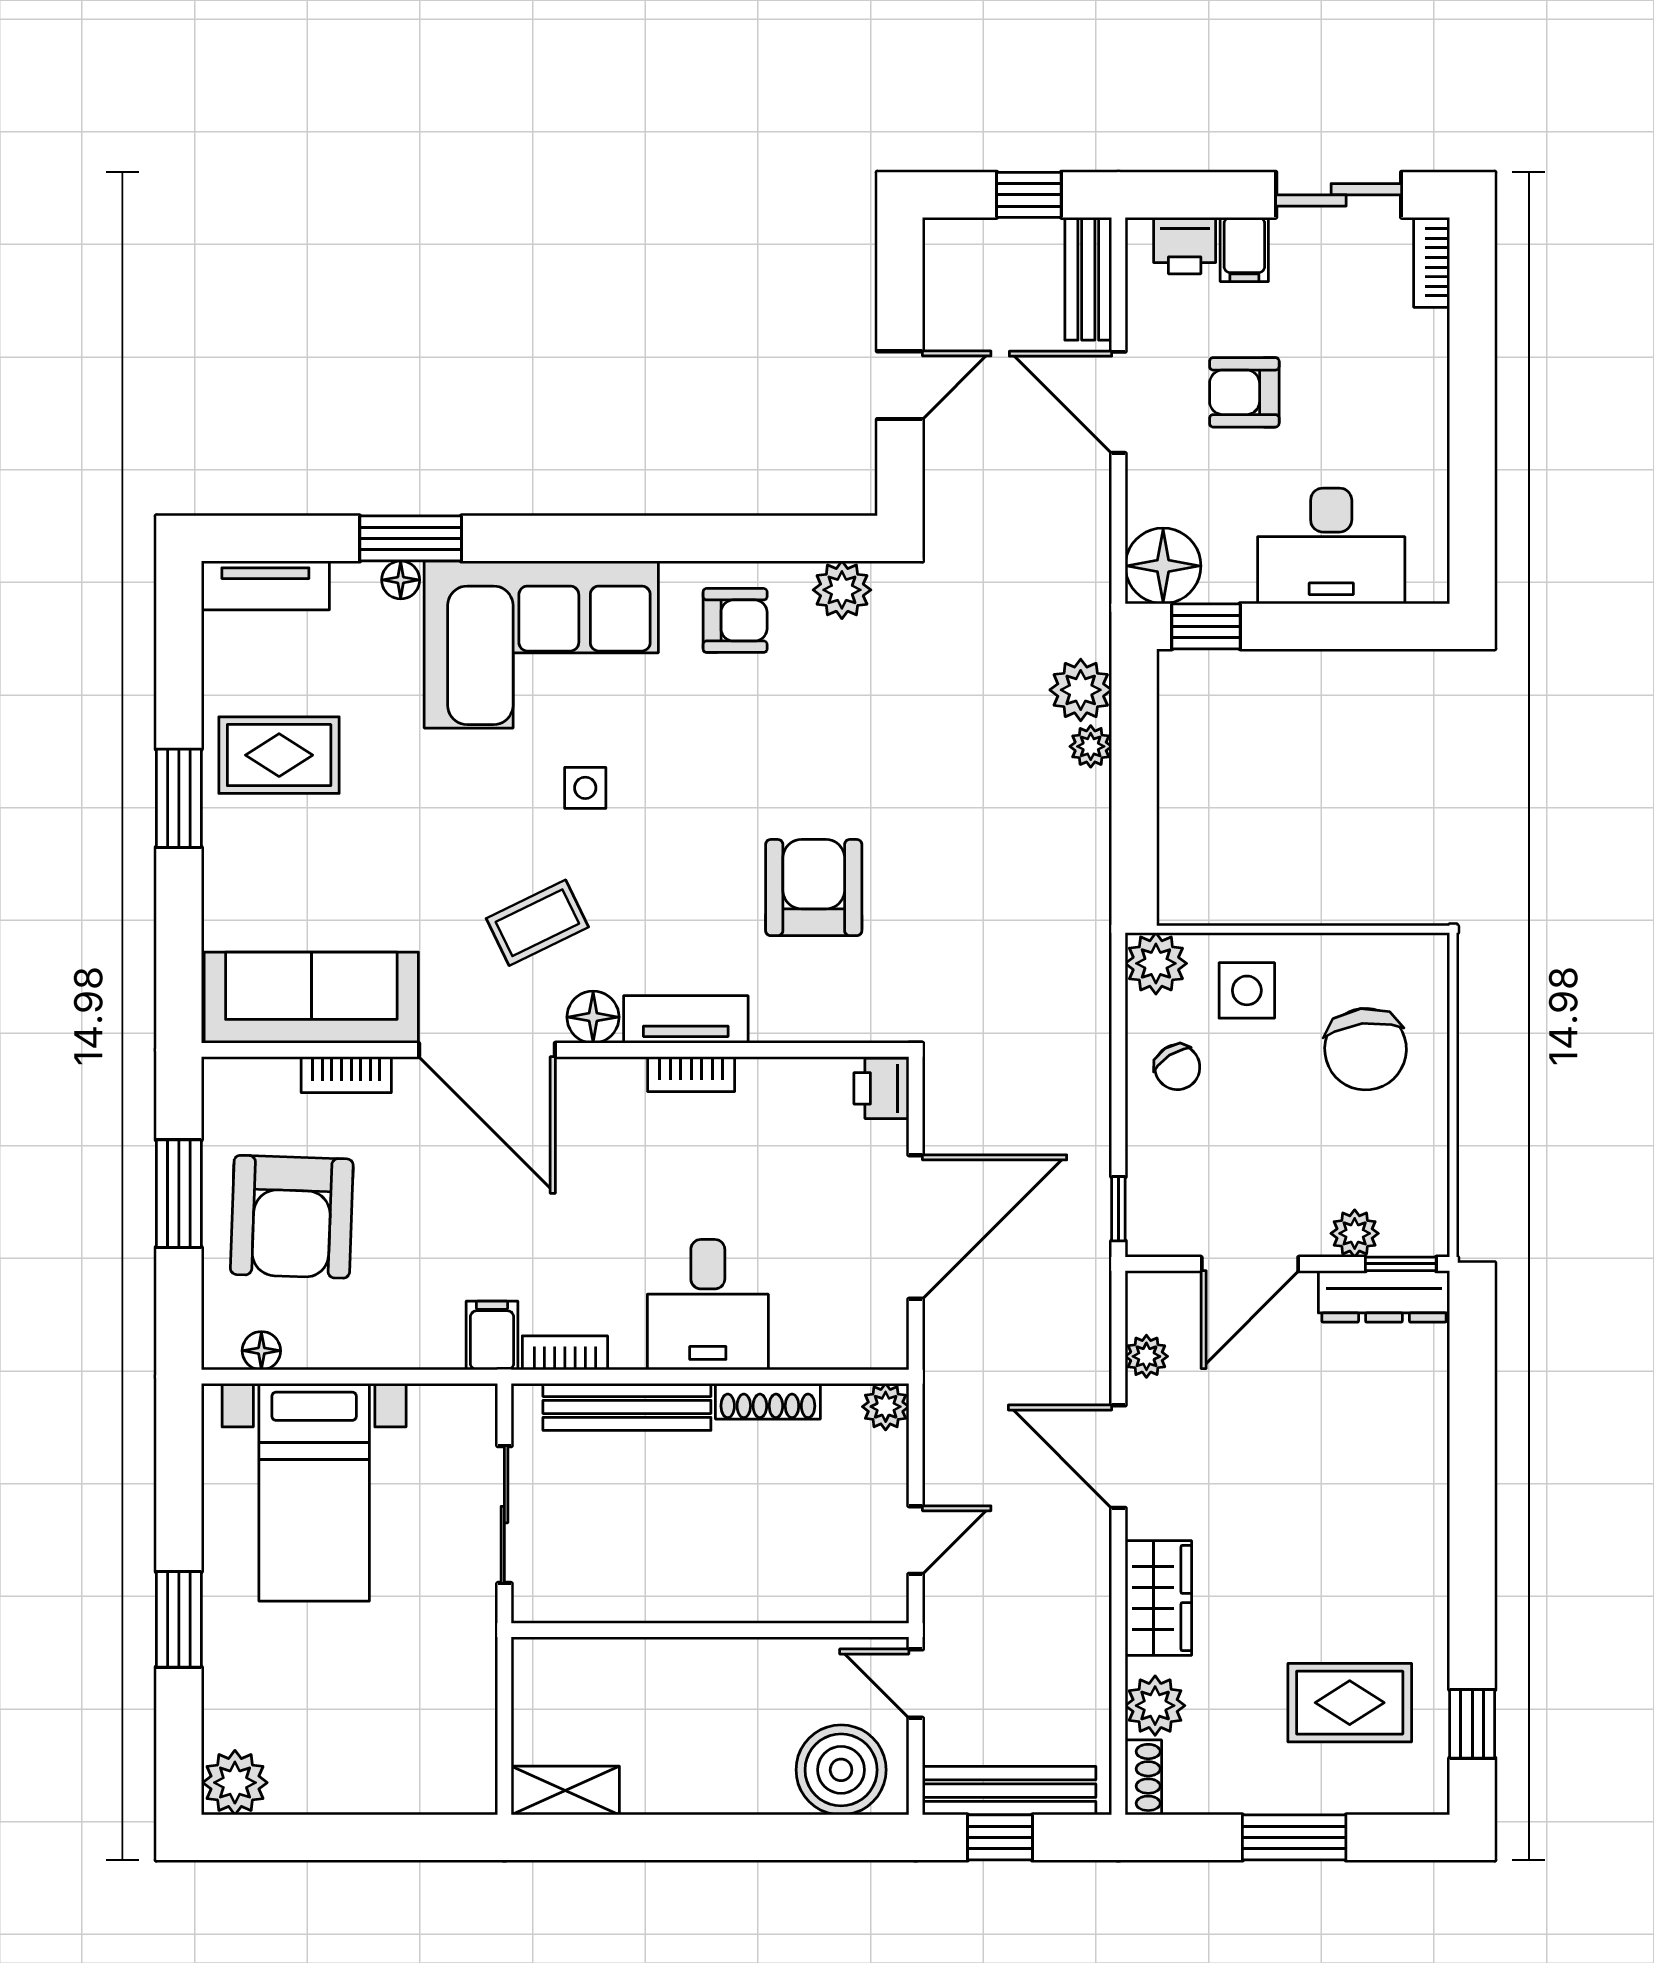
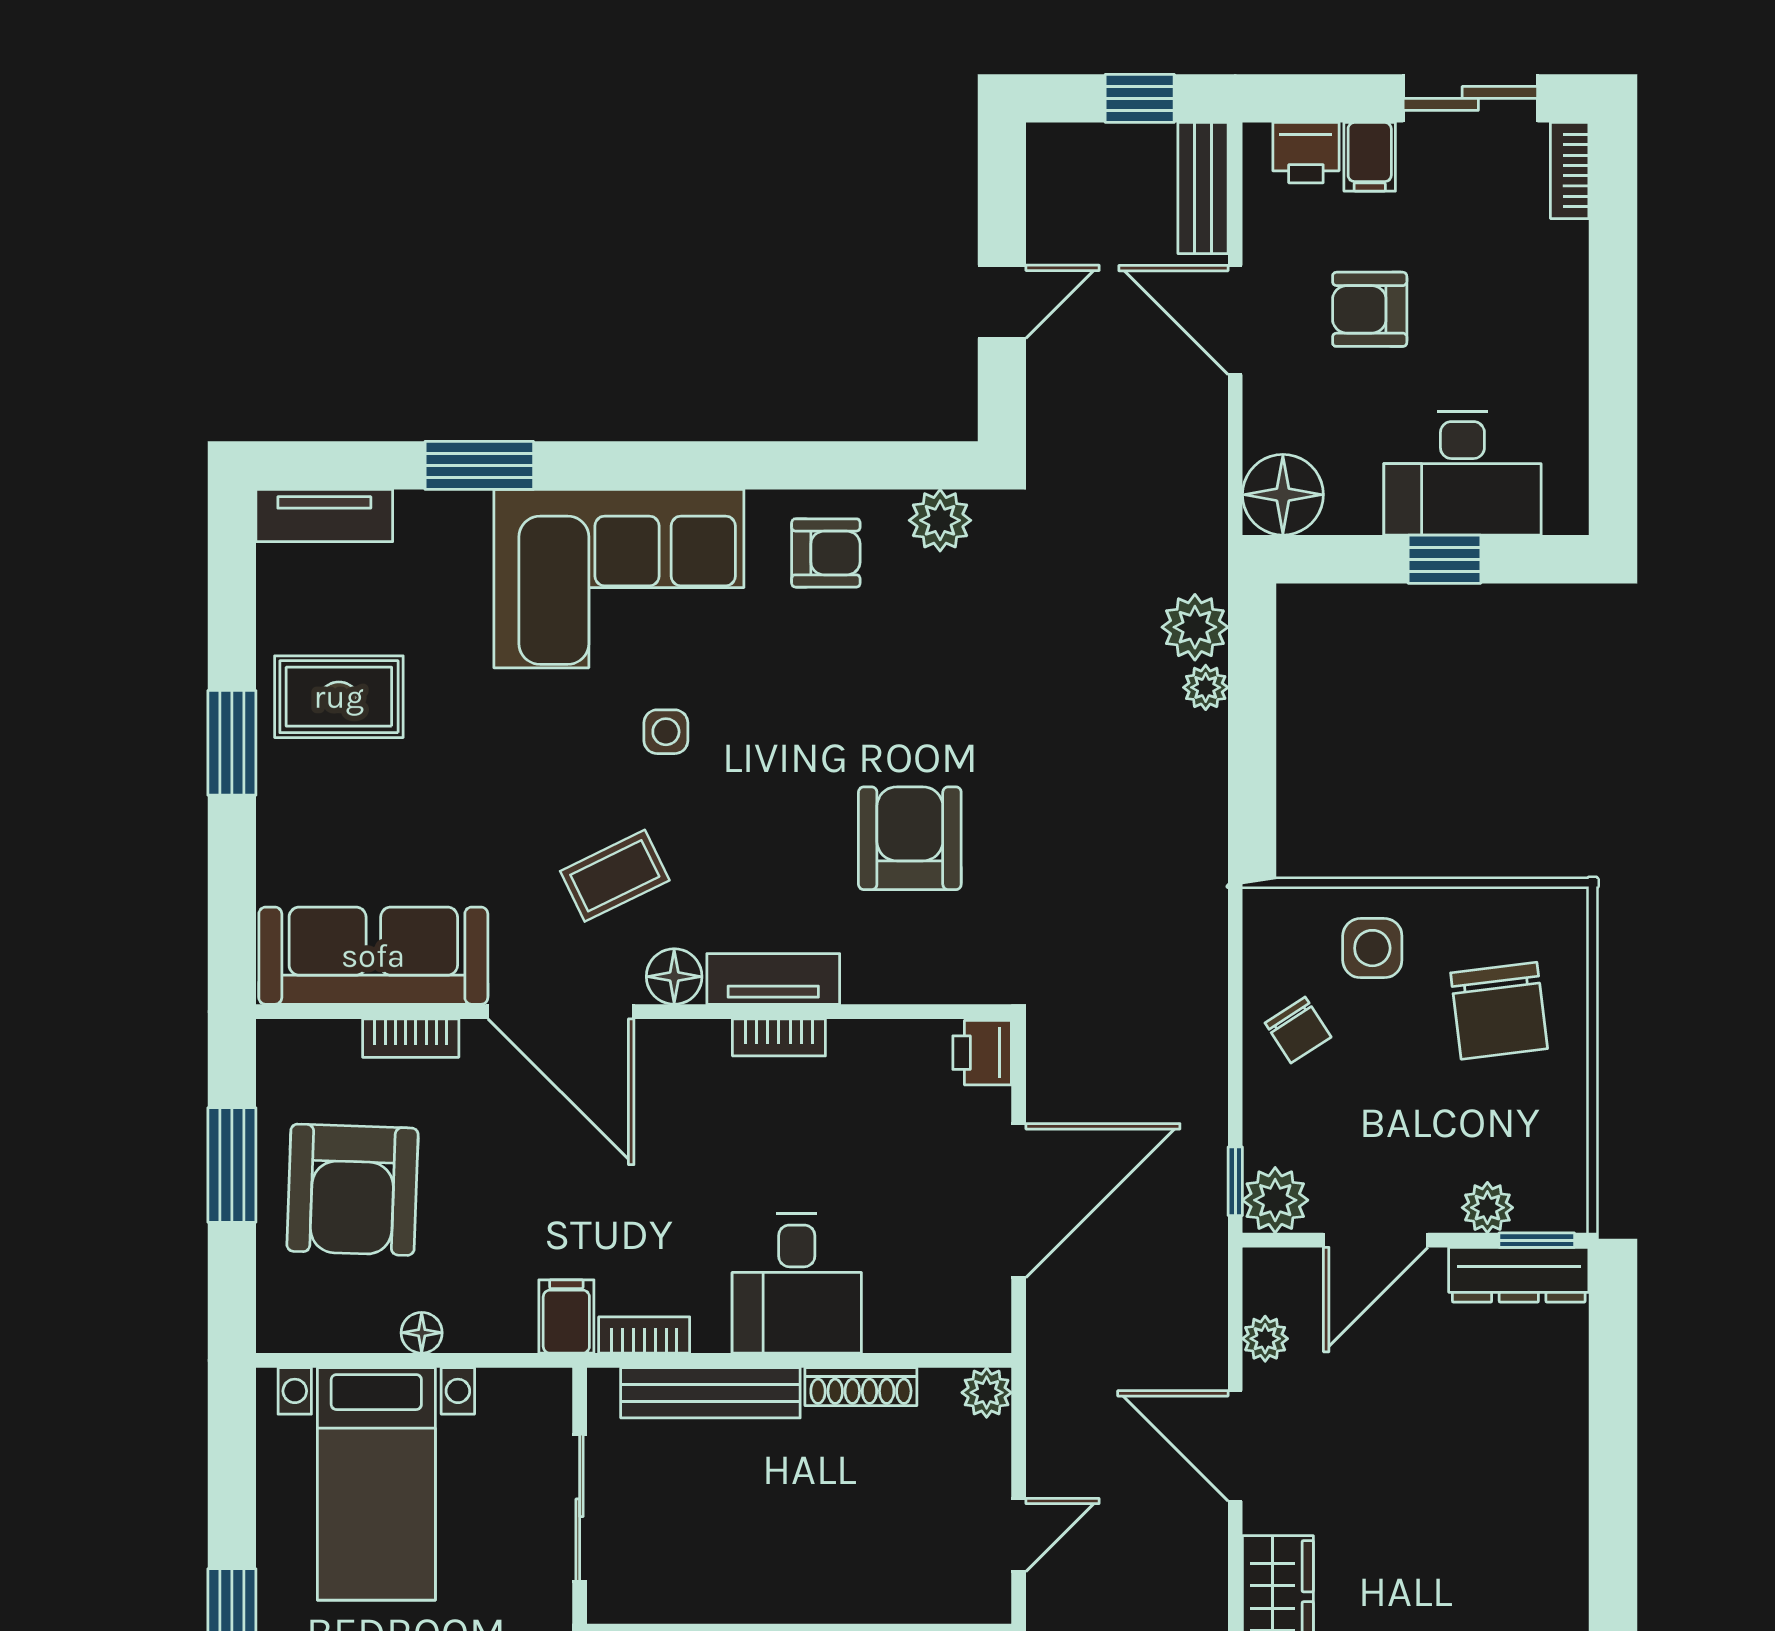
floor lamp: (401, 580) -> (469, 510), removed
window: (1206, 626) -> (1444, 559), moved
plant: (1156, 963) -> (1275, 1200), moved
floor lamp: (261, 1351) -> (422, 1333), moved

